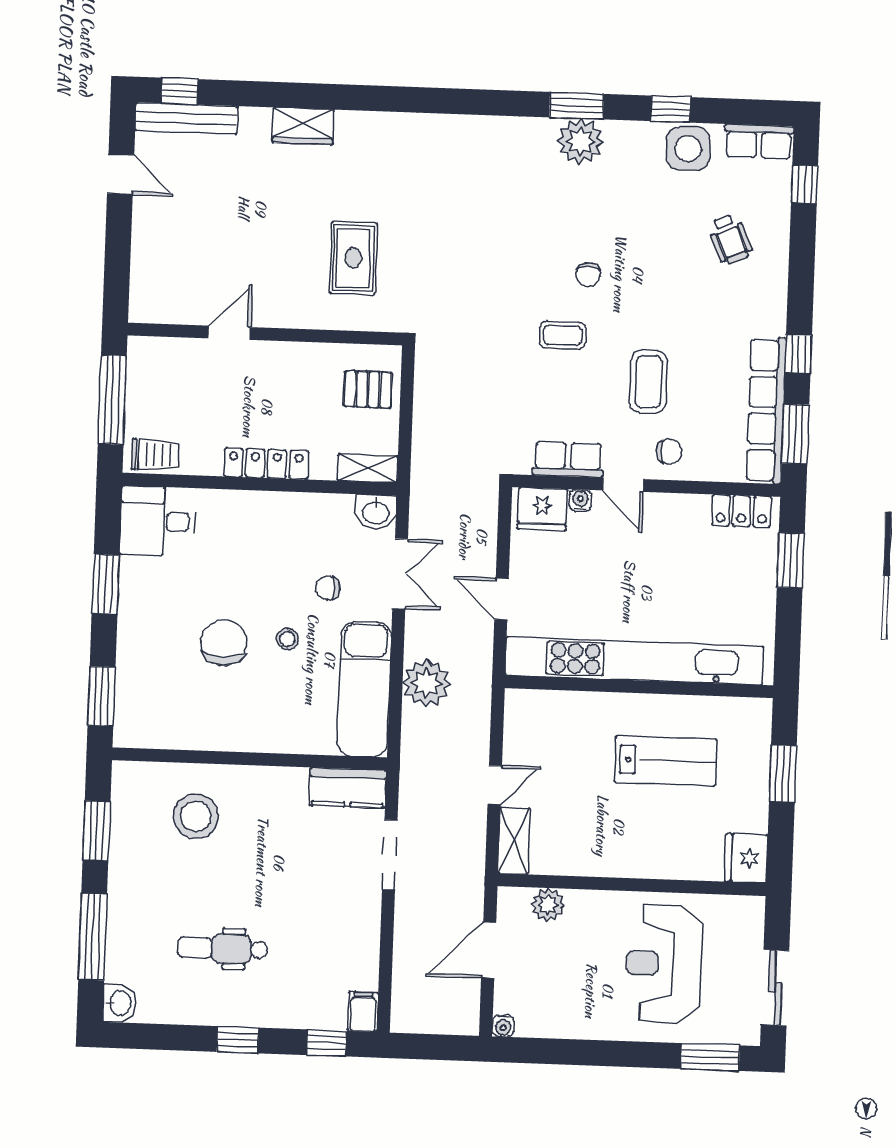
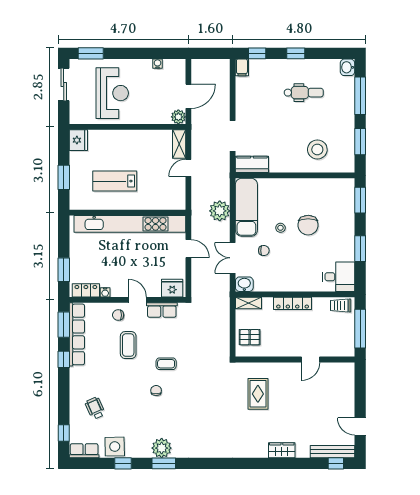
water cooler: (580, 500) -> (105, 292), moved
plant: (548, 905) -> (178, 117), moved
water cooler: (503, 1026) -> (157, 64), moved

